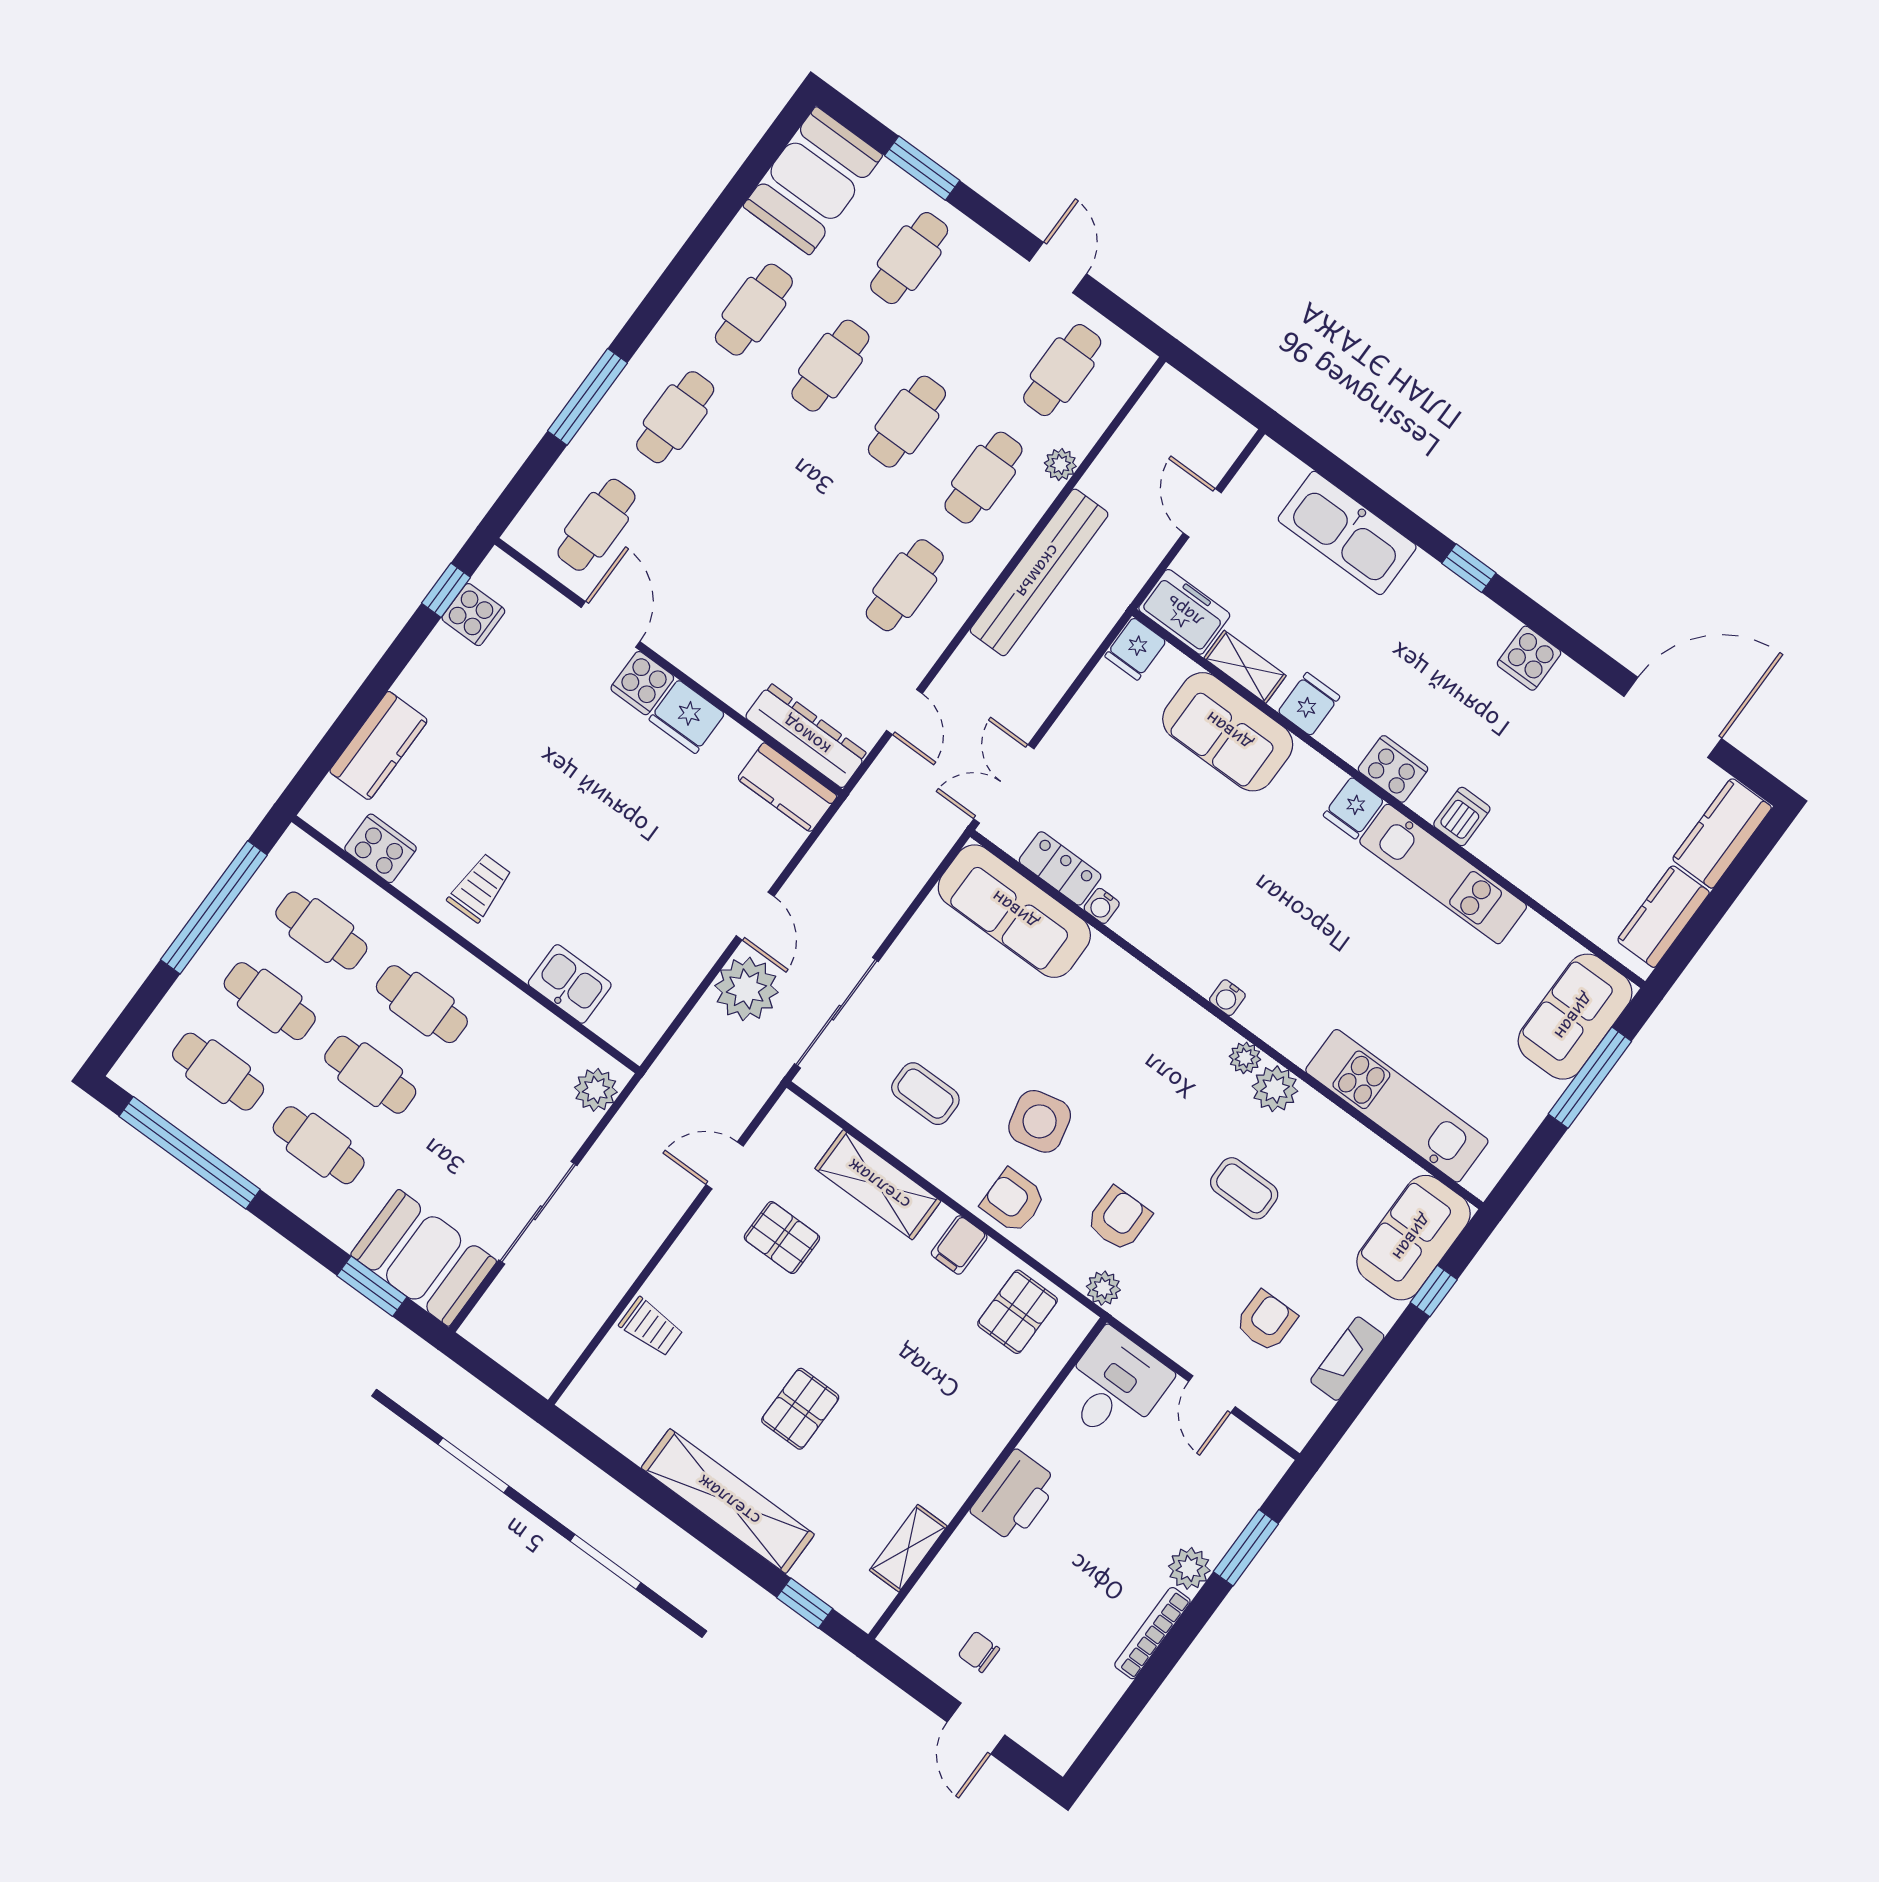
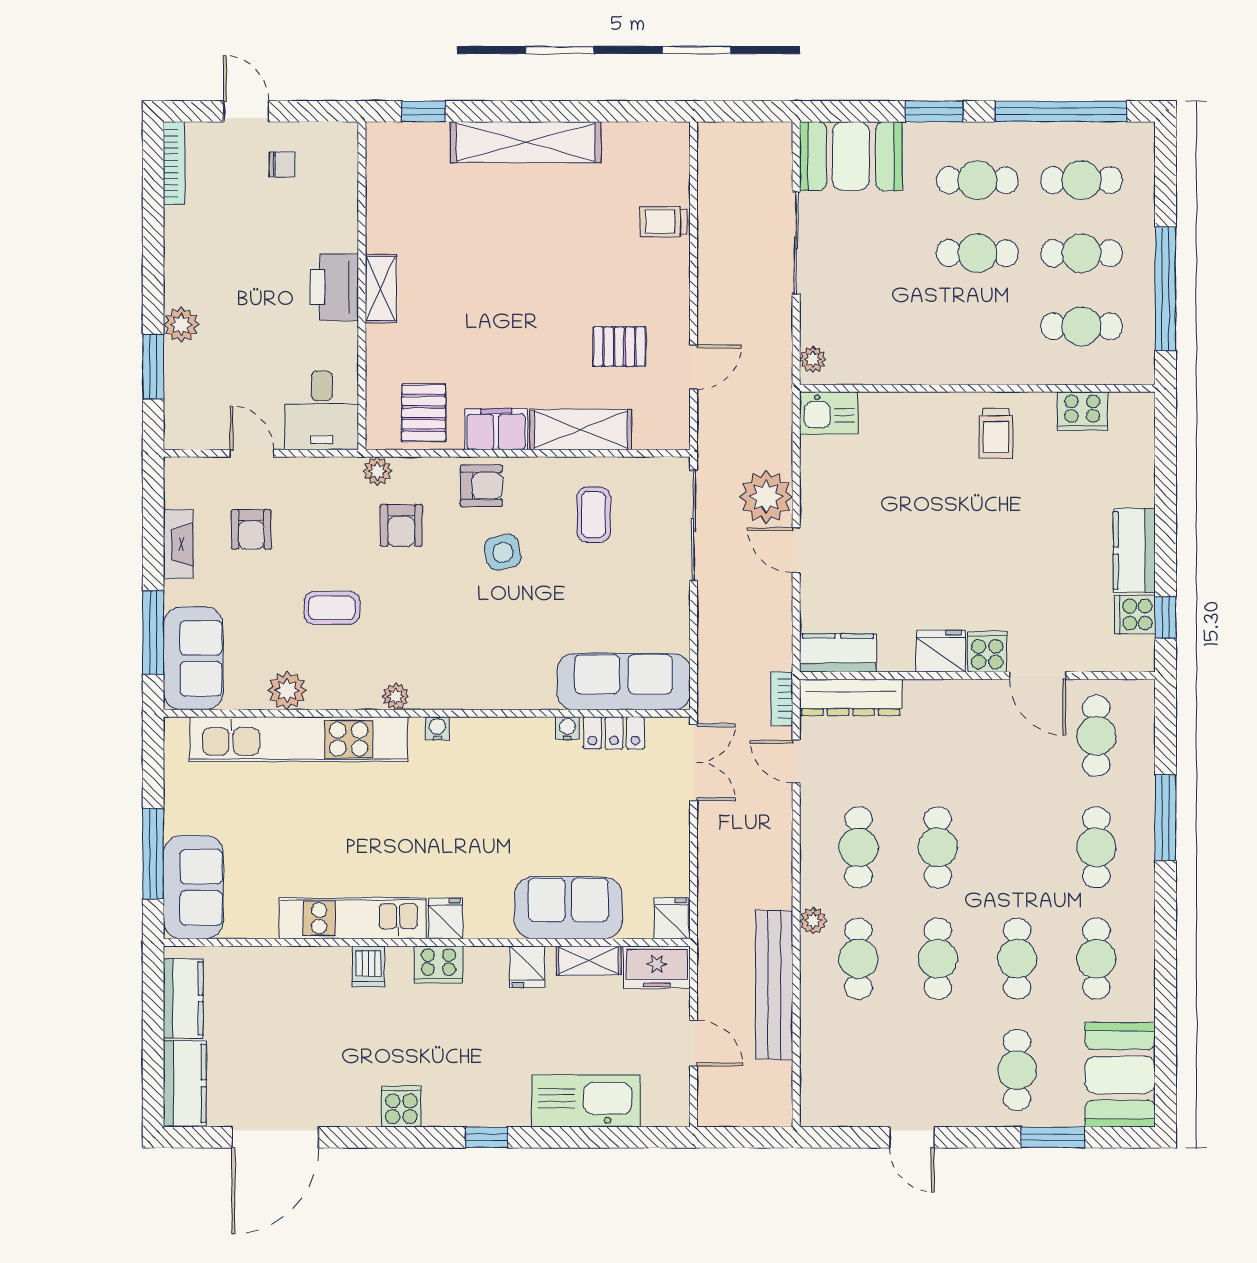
cafe table: (1062, 370) -> (938, 847), moved
plant: (1060, 465) -> (813, 921), moved
bench: (1039, 572) -> (774, 985), moved
kitchen counter: (379, 746) -> (1134, 550), moved
bookcase: (874, 783) -> (782, 699), added
kitchen sink: (570, 984) -> (829, 413), moved
cafe table: (422, 1004) -> (977, 326), removed
plant: (1275, 1089) -> (287, 690), moved
plant: (596, 1090) -> (813, 359), width x0.73, depth x0.73
coffee table: (925, 1094) -> (594, 515), turned 90
kitchen unit: (1397, 1106) -> (299, 739), width x1.36
side table: (1040, 1121) -> (503, 552), width x0.73, depth x0.73
filing cabinet: (959, 1245) -> (496, 429), width x2.00
window: (372, 1286) -> (934, 111), moved
window: (1434, 1291) -> (153, 632), width x2.17
pallet: (800, 1409) -> (522, 240), removed
shelving: (908, 1548) -> (381, 289), moved
bookcase: (1152, 1633) -> (174, 163), moved

